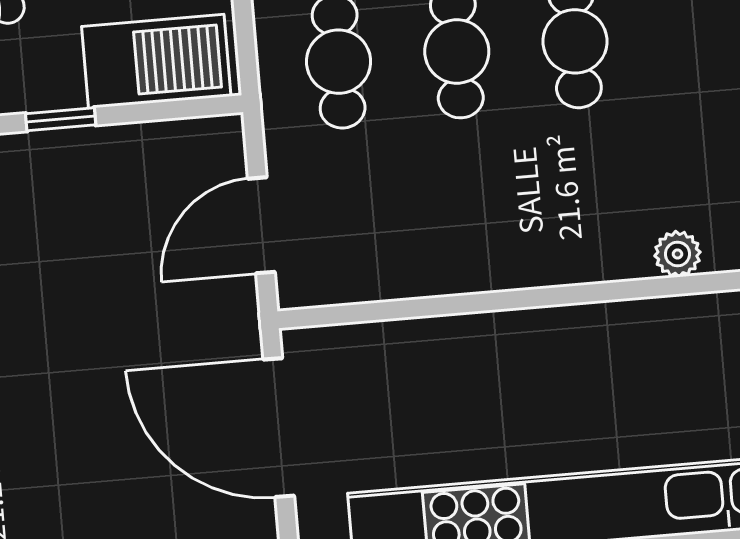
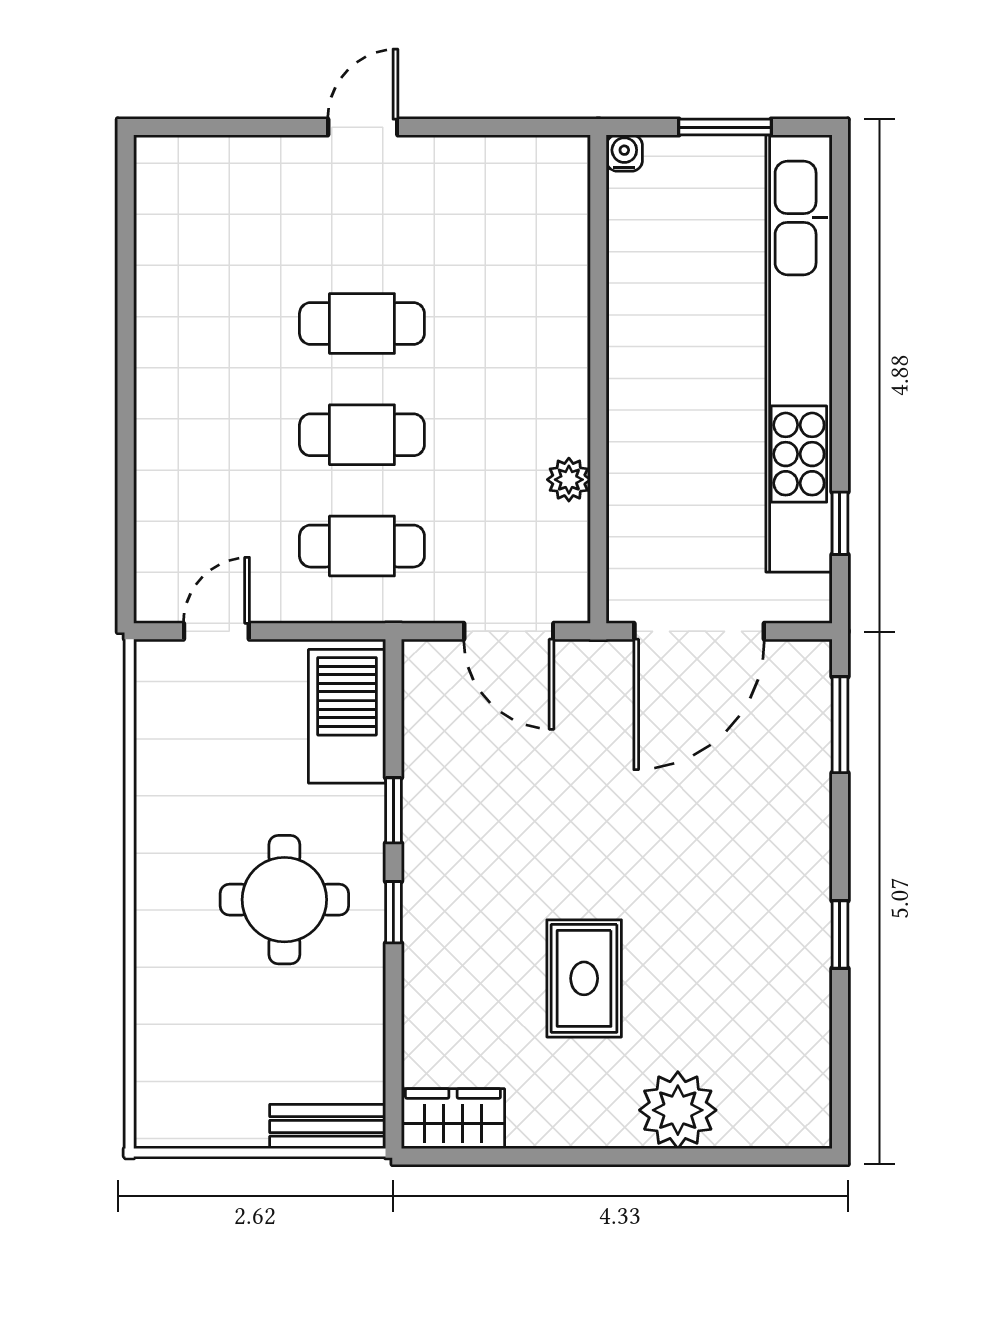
plant: (677, 254) -> (569, 480), moved

